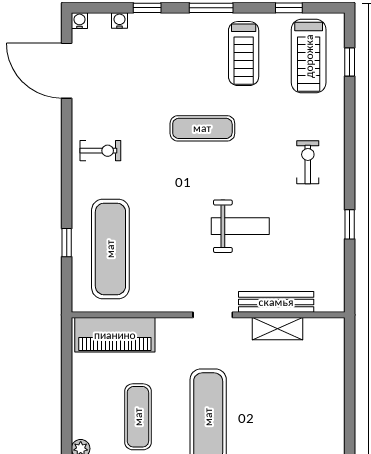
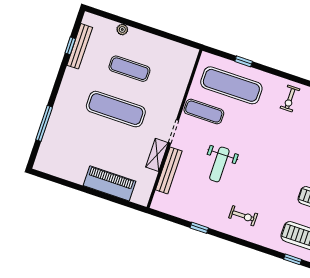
exercise mat: (202, 128) -> (204, 112), moved, turned 90
shelving: (277, 329) -> (157, 155), moved
piano: (115, 335) -> (109, 183), moved, turned 90

